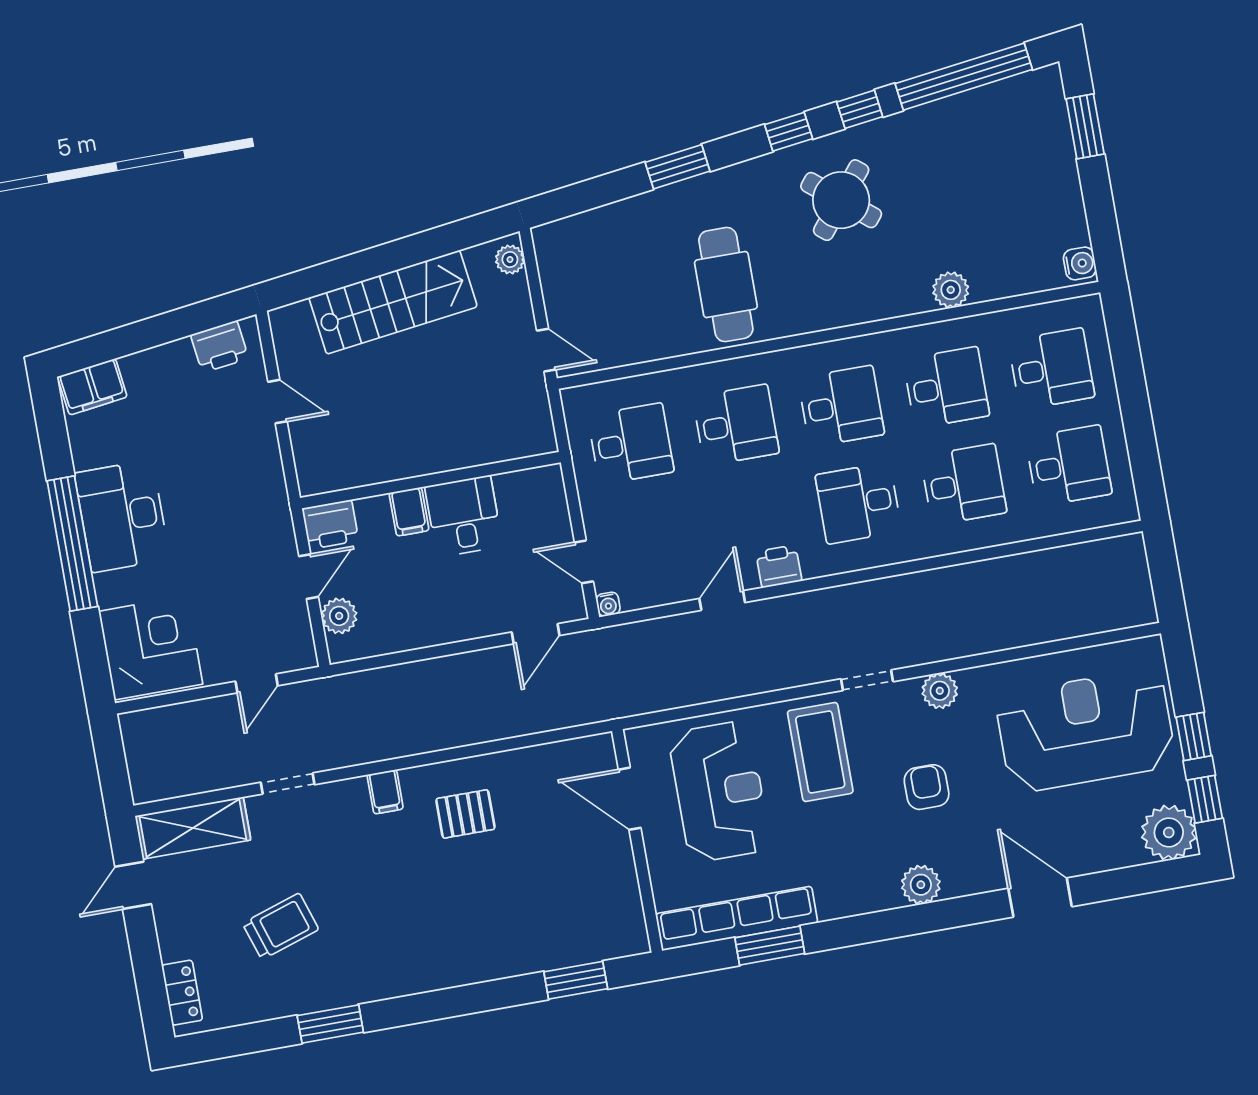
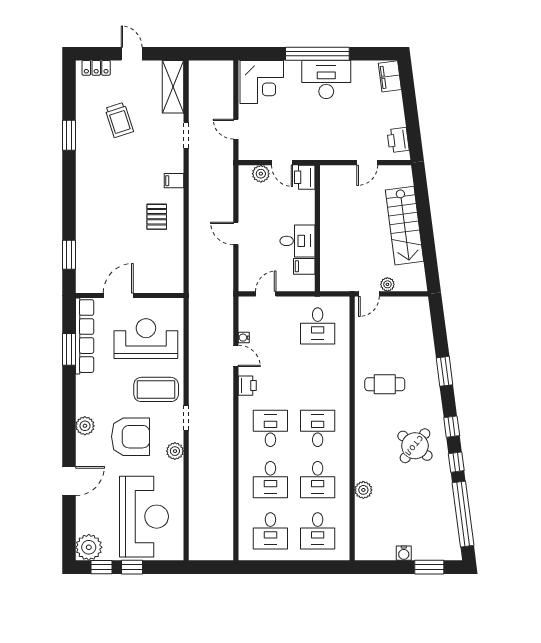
plant: (510, 259) -> (387, 284), moved
water cooler: (1080, 263) -> (404, 553), moved
cafe table: (726, 285) -> (385, 384), width x0.73, depth x0.74
desk: (841, 406) -> (318, 428), turned 180
desk: (736, 425) -> (318, 377), removed
filing cabinet: (409, 512) -> (304, 266), moved
water cooler: (608, 604) -> (244, 338), moved
door: (536, 634) -> (236, 234), moved
armchair: (927, 787) -> (131, 437), width x1.88, depth x1.88
reception desk: (719, 791) -> (146, 339), turned 180
door: (630, 799) -> (118, 296), moved
door: (133, 885) -> (132, 54), moved

